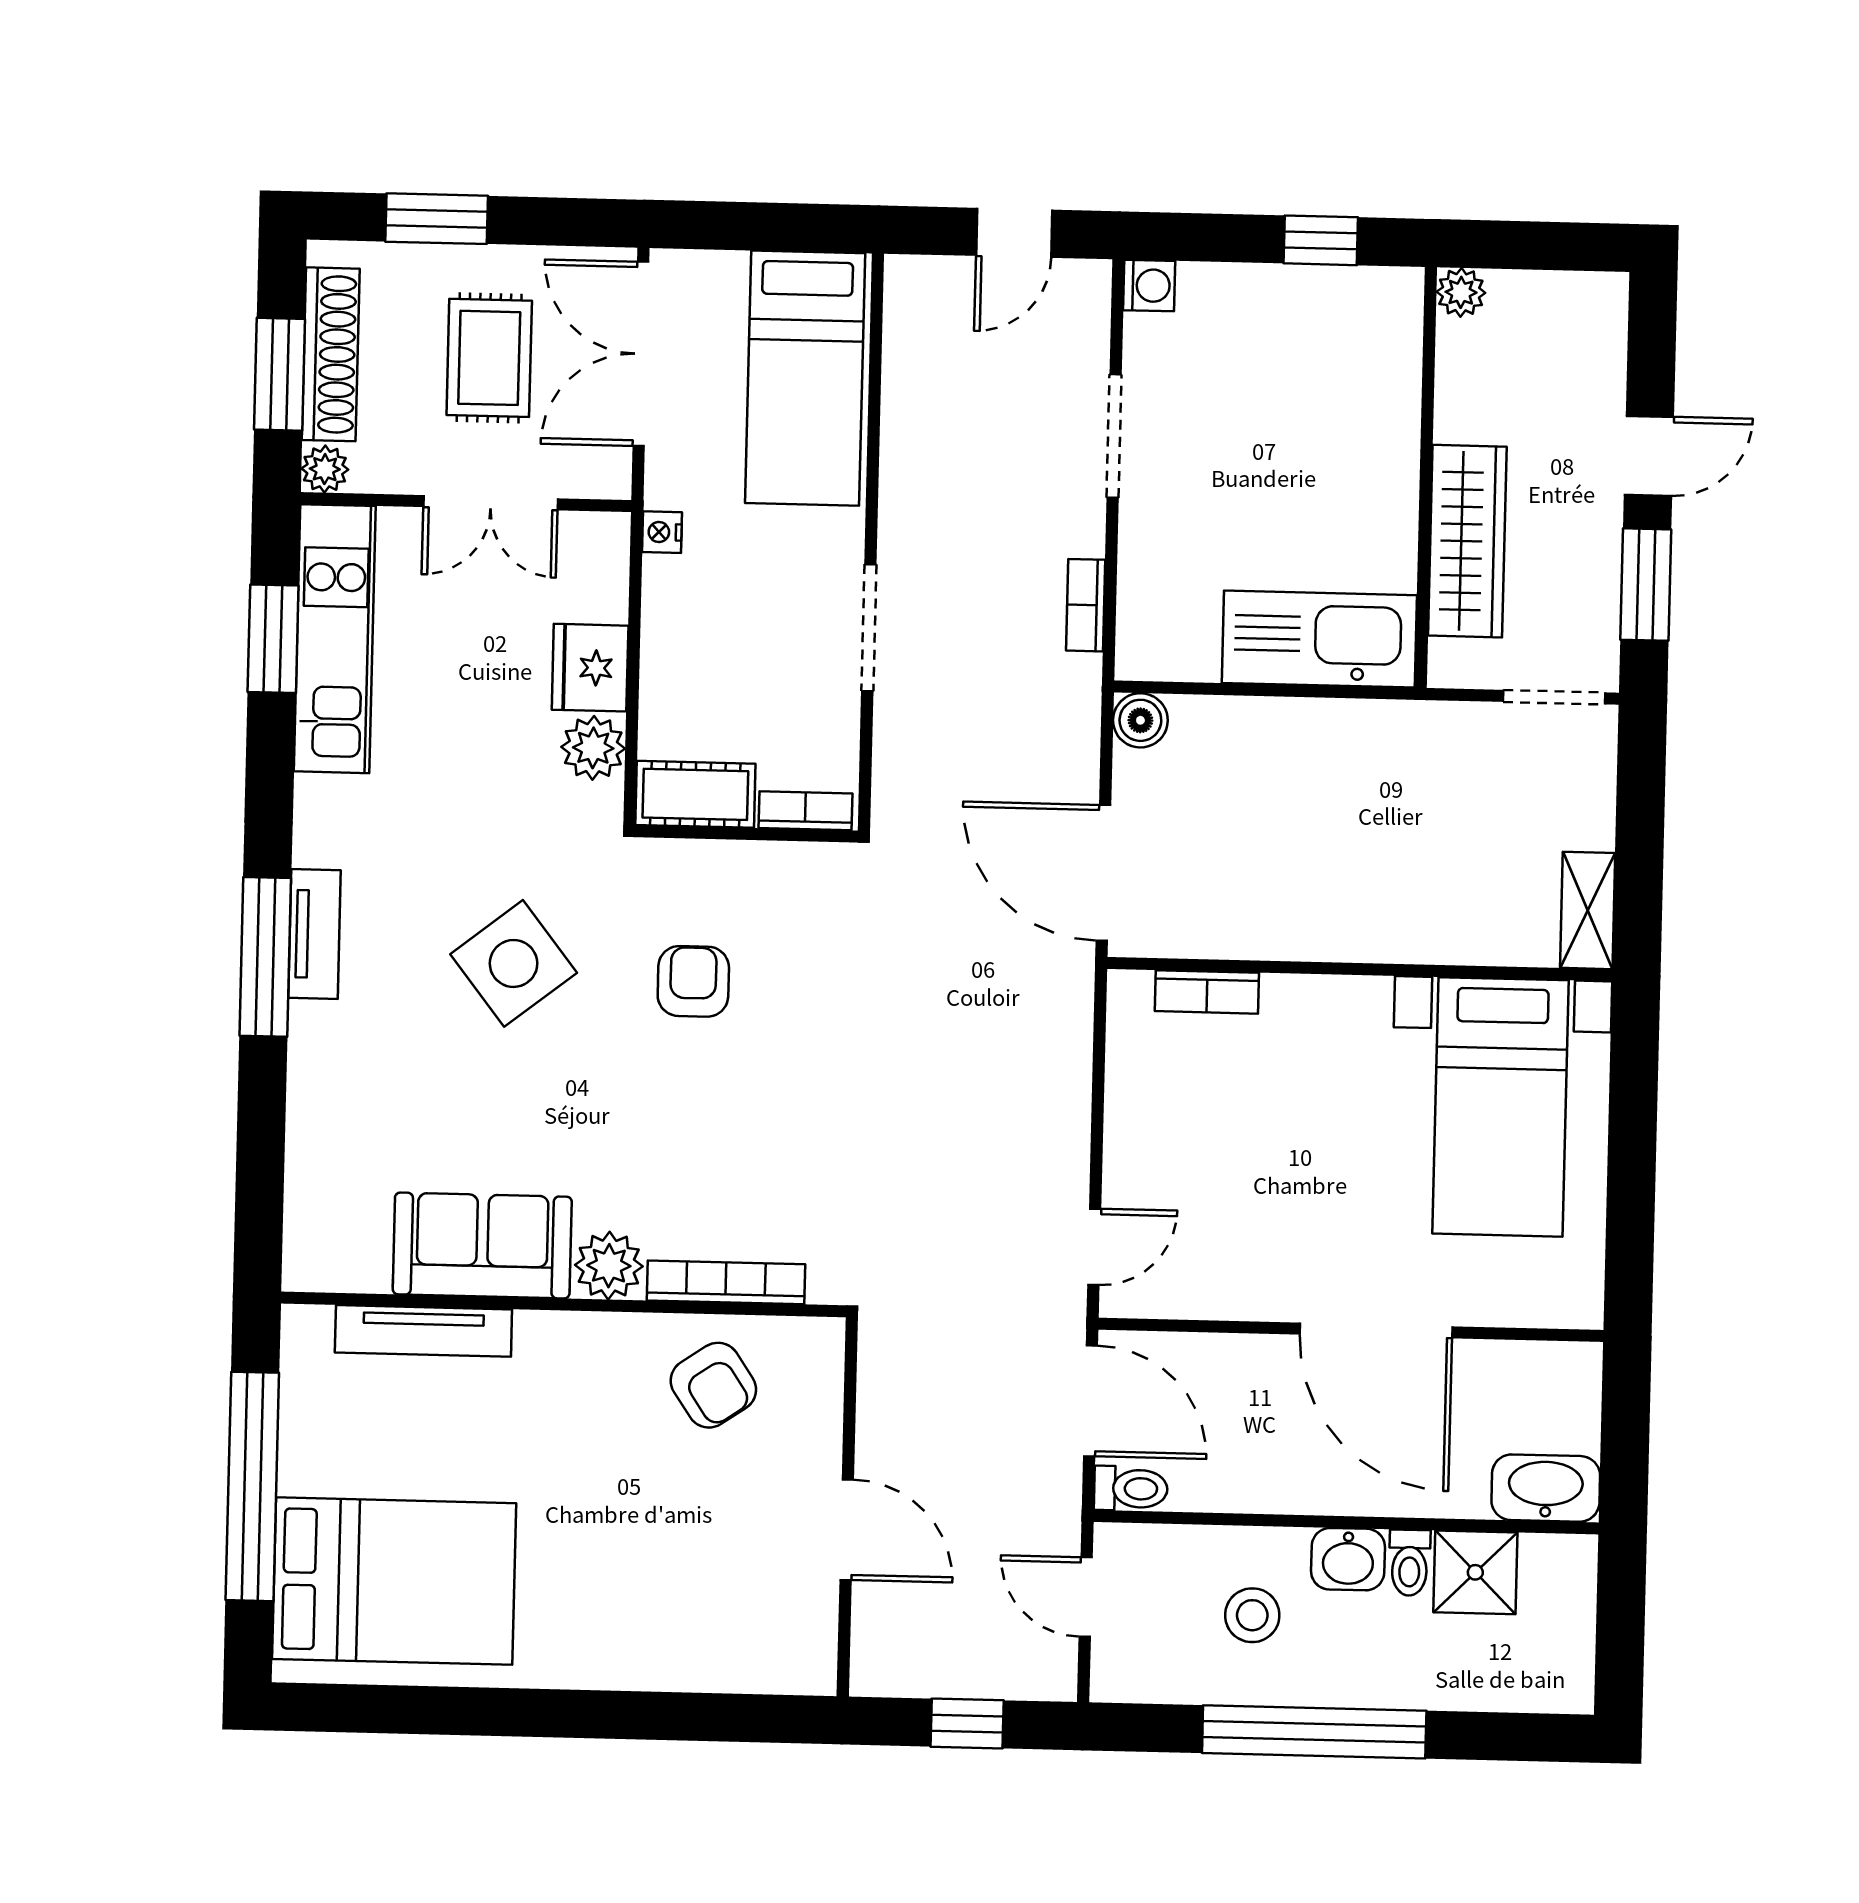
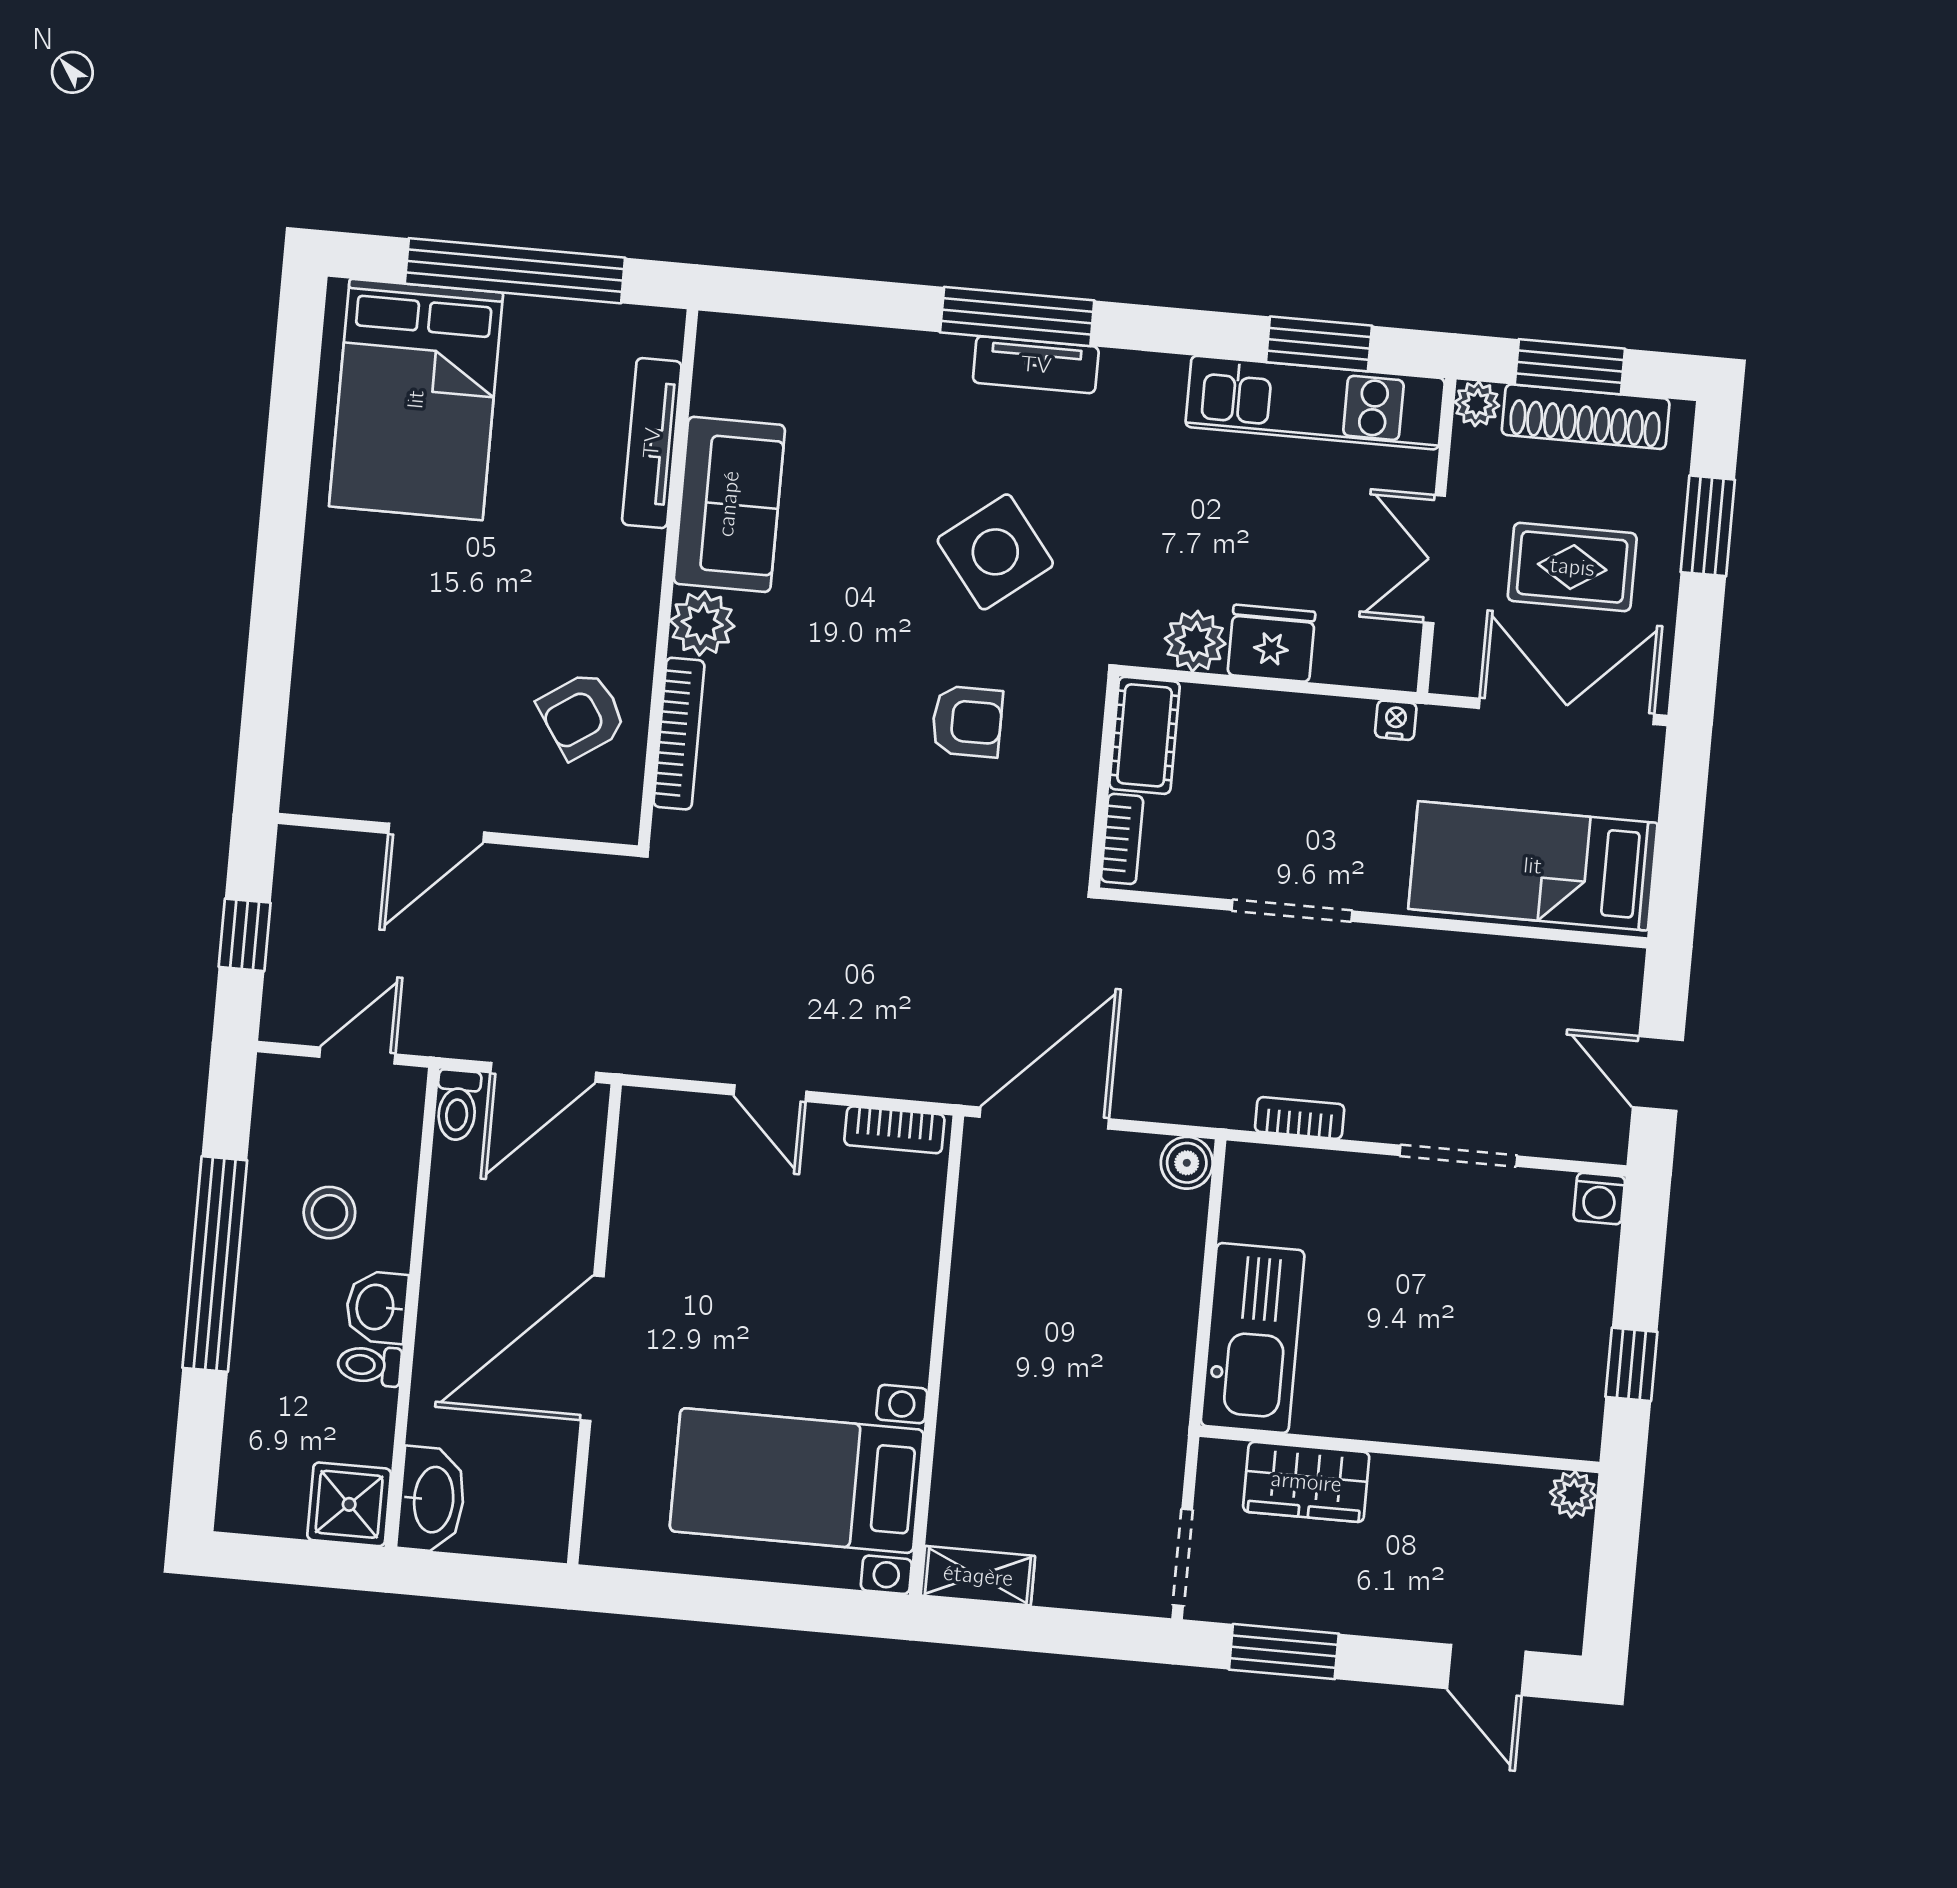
door: (1649, 456) -> (1486, 1670), moved
wardrobe: (1467, 541) -> (1306, 1482), width x0.67
bookcase: (1207, 992) -> (894, 1130), moved, turned -90
door: (1094, 1247) -> (770, 1093), moved
shower: (1475, 1572) -> (349, 1504), moved

